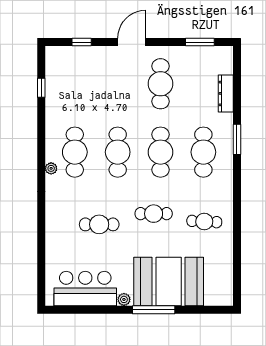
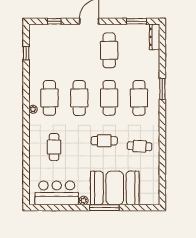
dresser: (226, 93) -> (155, 37), moved
cafe table: (99, 224) -> (54, 147), moved, turned 90

